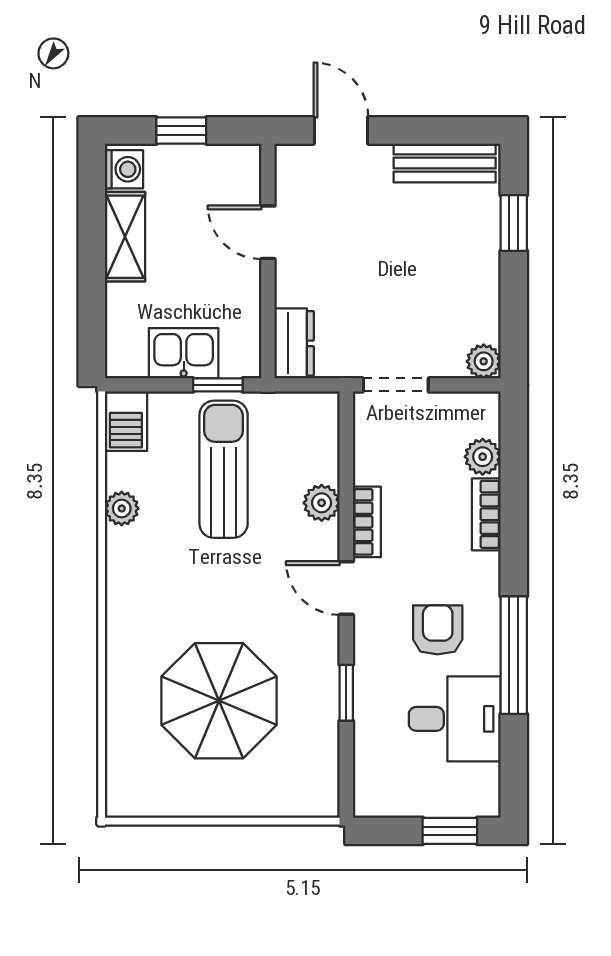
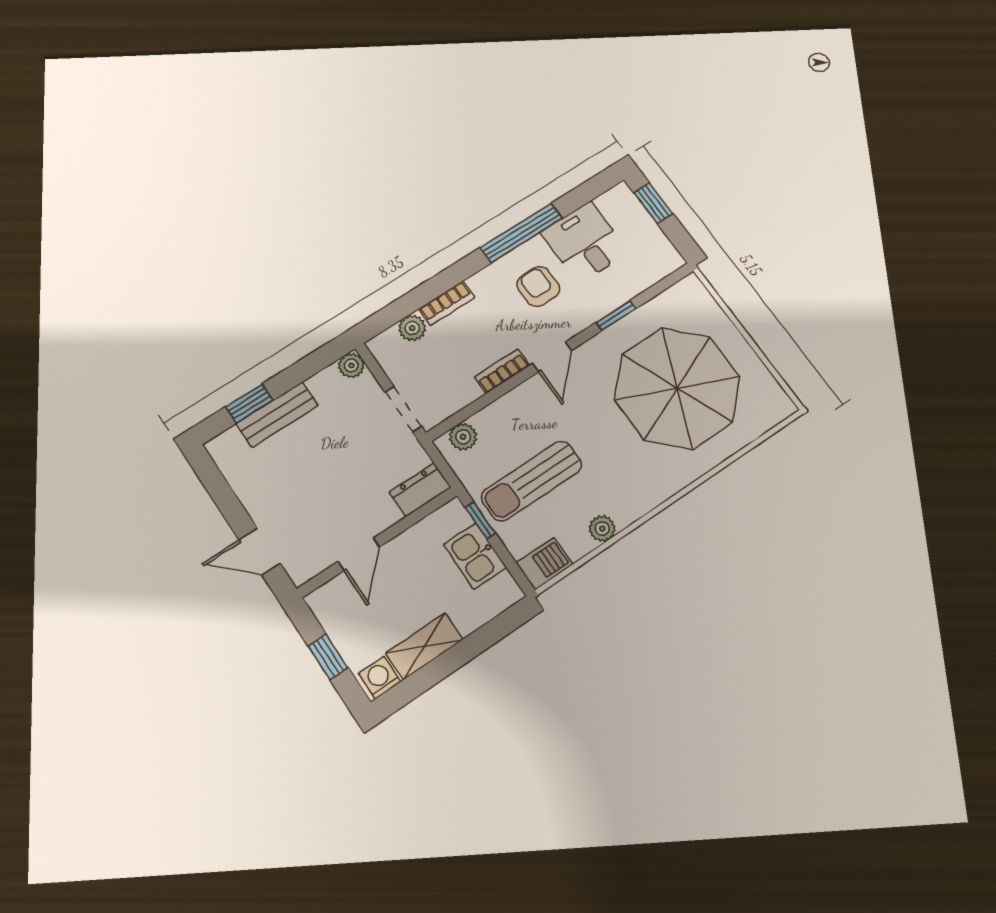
door: (341, 130) -> (260, 552), hinge flipped
bench: (445, 163) -> (277, 414), moved, turned 90
plant: (322, 503) -> (463, 437), moved
armchair: (438, 630) -> (538, 287), turned 90
parasol: (219, 701) -> (677, 388), width x1.36, depth x1.36

